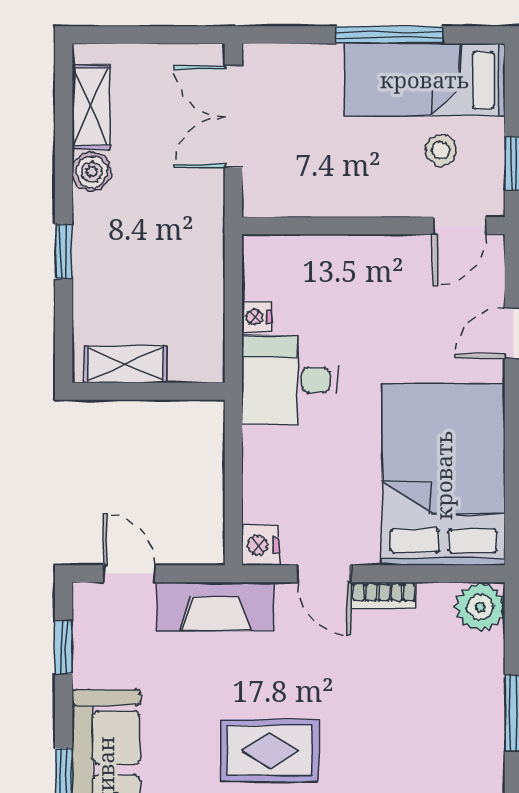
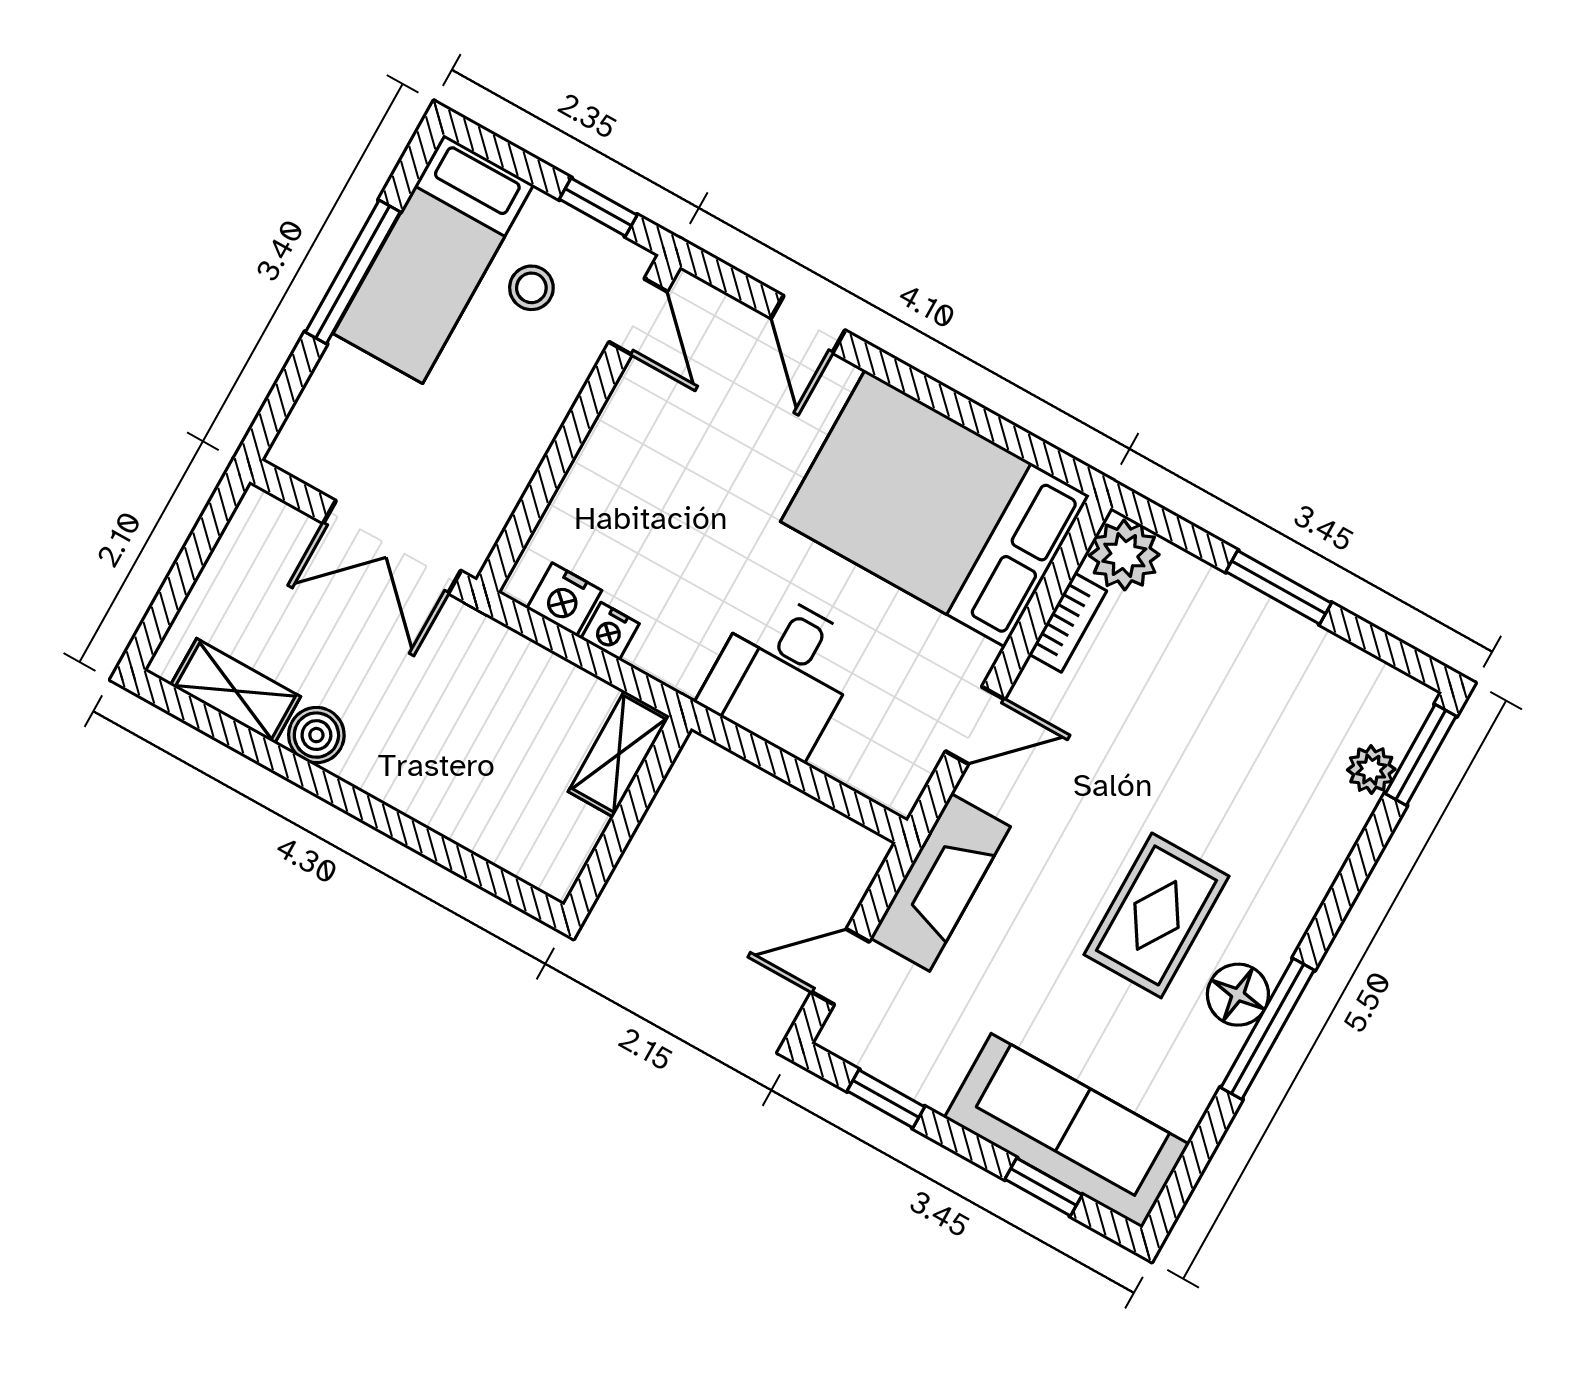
double door: (233, 117) -> (392, 547), moved
window: (64, 251) -> (396, 825), removed
shelving: (126, 364) -> (619, 754), moved
desk: (290, 380) -> (782, 673), moved
nightstand: (260, 545) -> (564, 599), moved
bookcase: (384, 595) -> (1068, 622), moved

